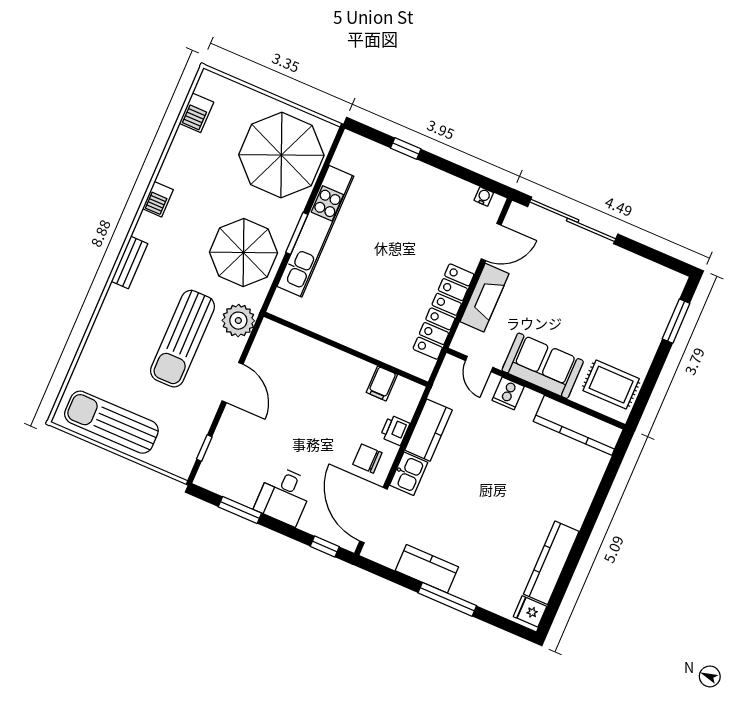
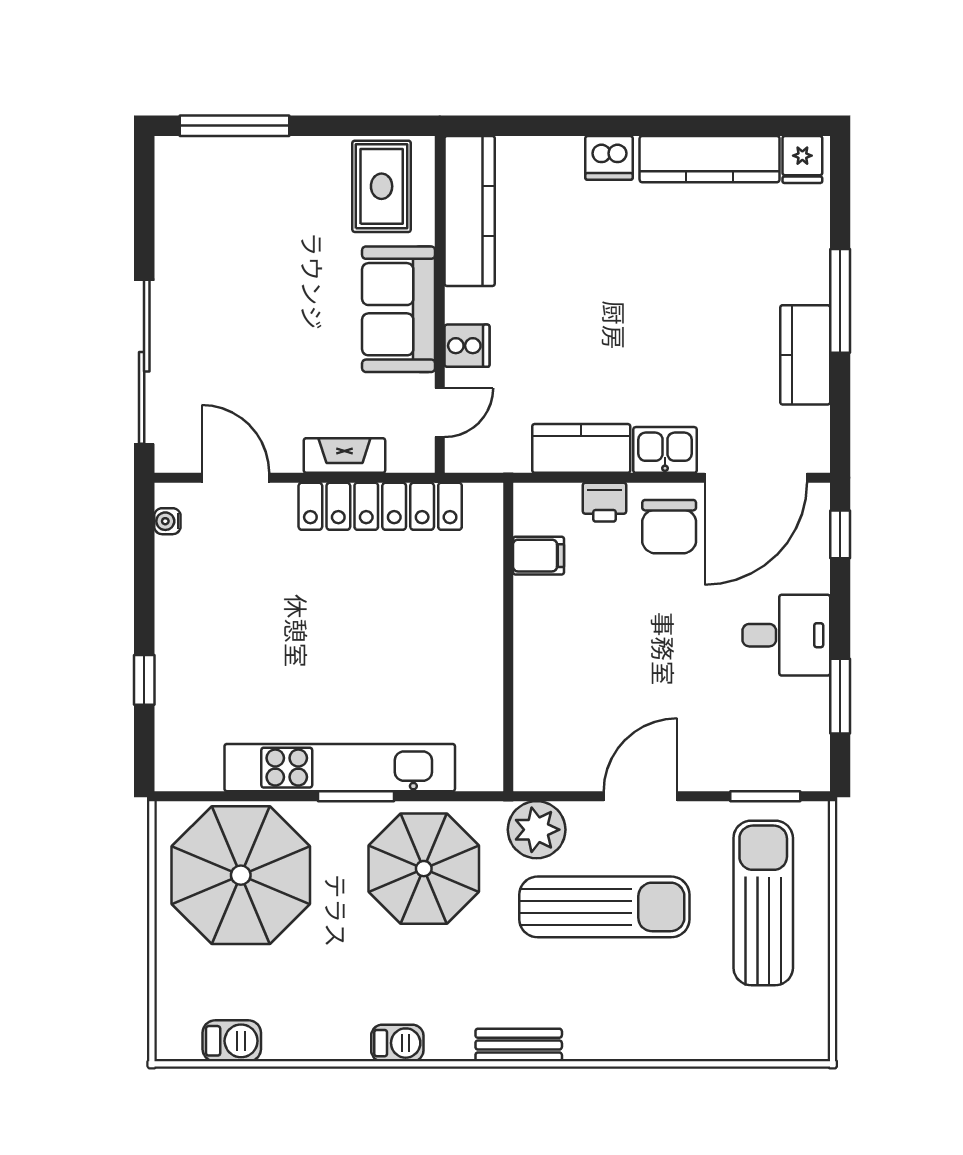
fireplace: (484, 298) -> (344, 455), width x0.73, depth x0.76
window: (676, 321) -> (235, 126), width x1.44
sun lounger: (111, 422) -> (763, 903), moved, turned 180
window: (204, 448) -> (765, 796), width x1.50
chair: (367, 459) -> (669, 527), width x1.37, depth x1.37
dishwasher: (575, 510) -> (609, 158), added

